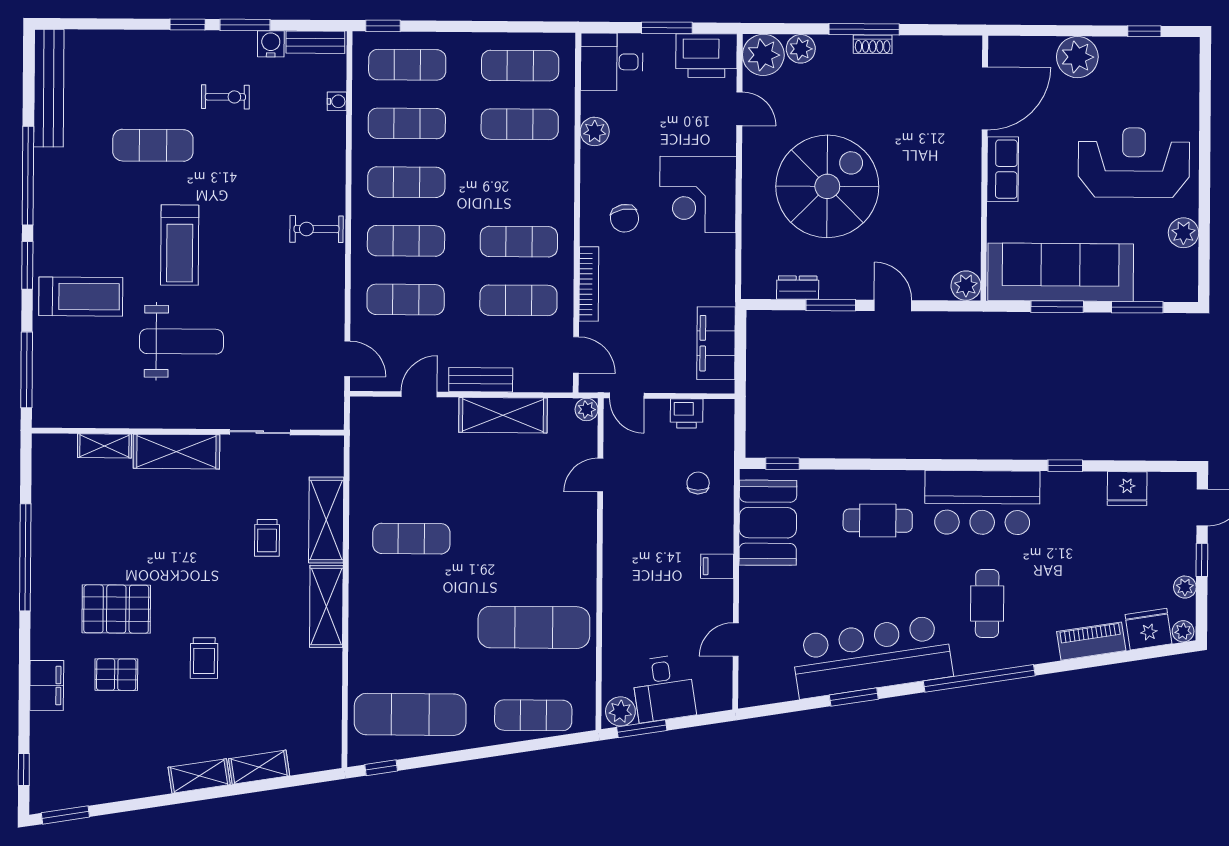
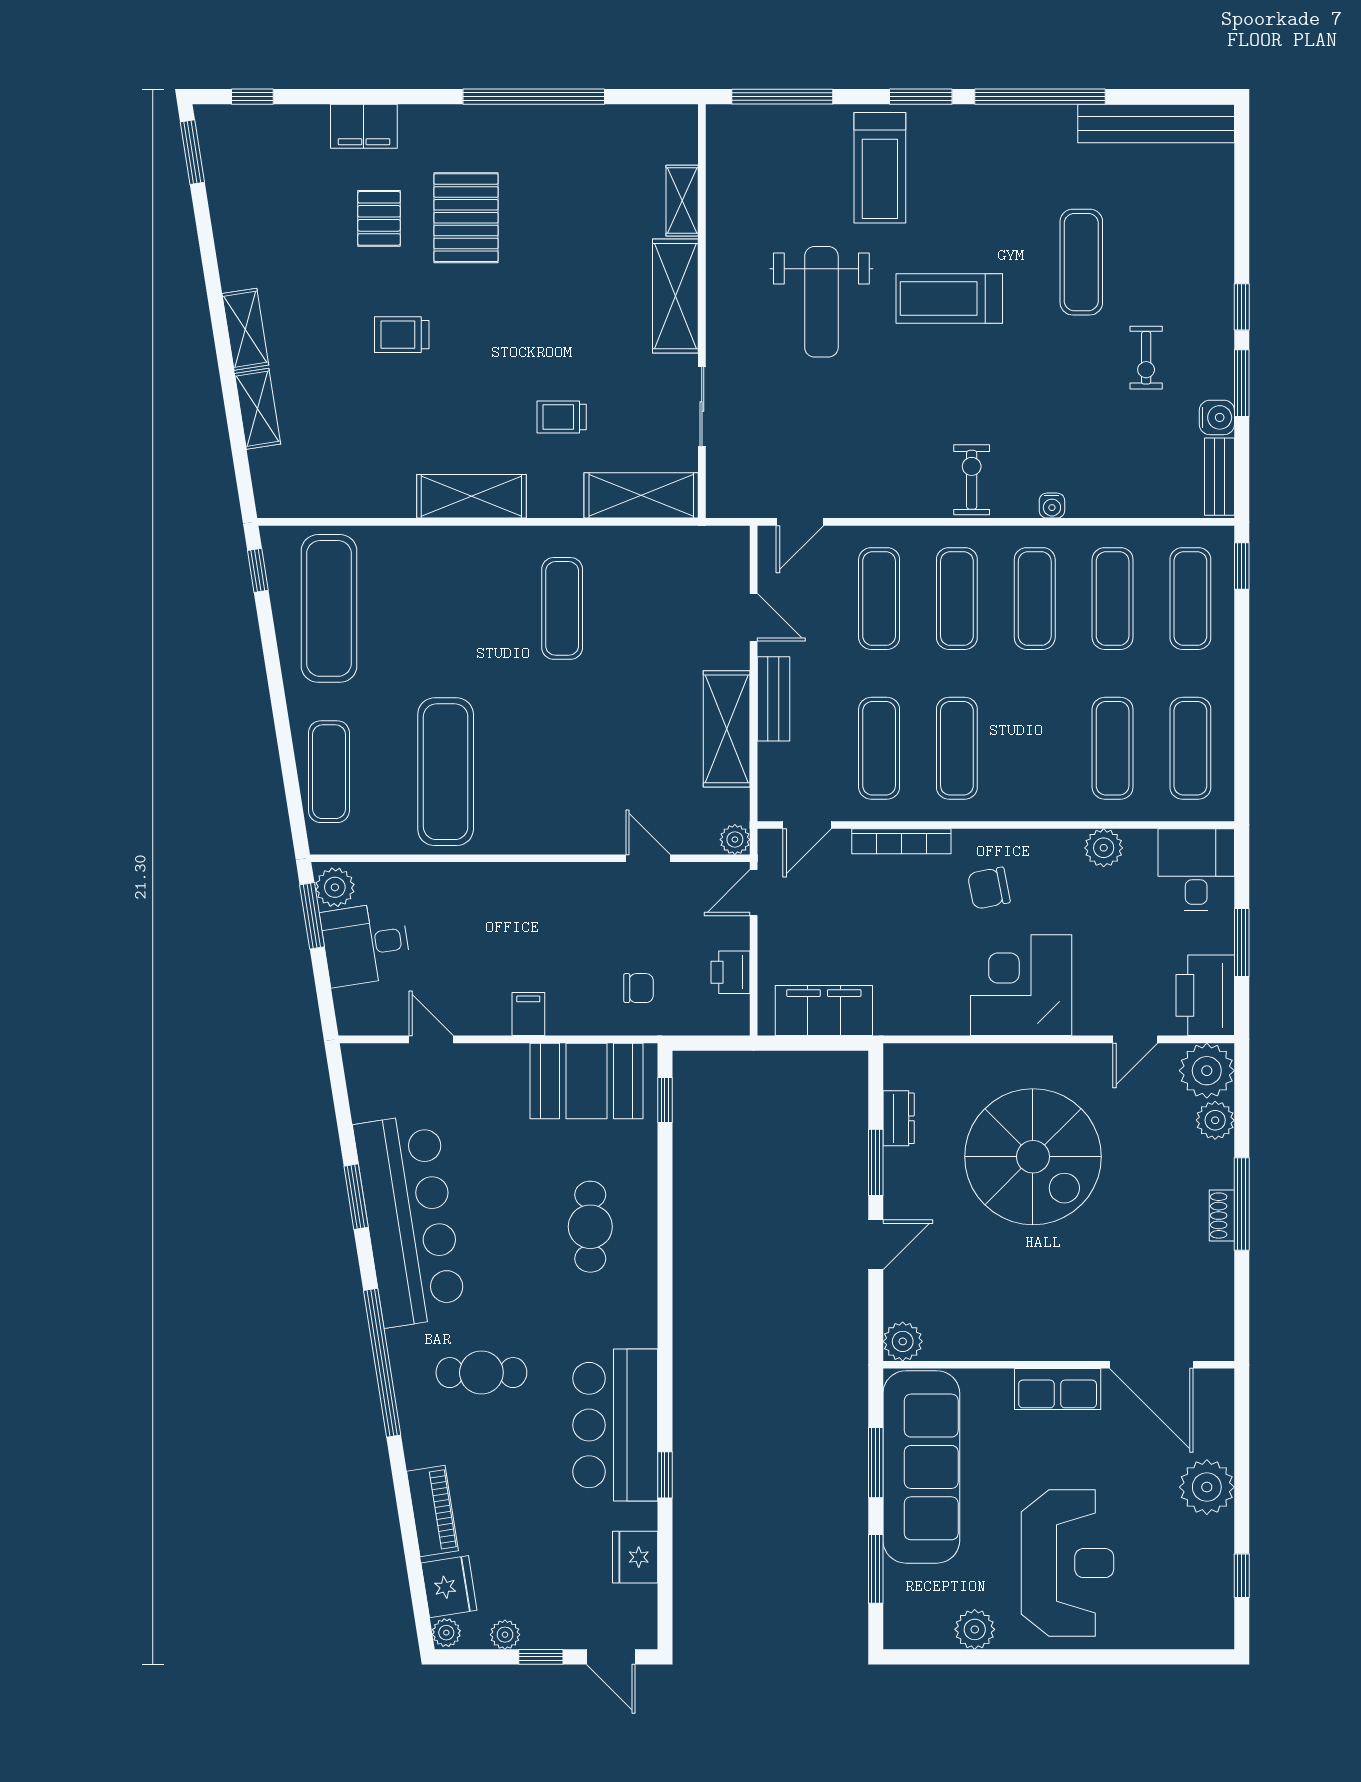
water cooler: (337, 101) -> (1052, 506), moved
bar counter: (982, 503) -> (615, 1425), moved
shelving: (326, 520) -> (641, 495), moved

